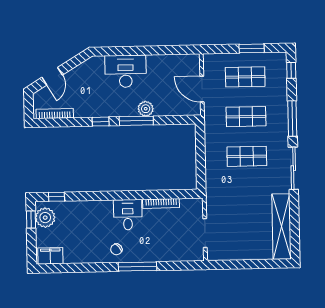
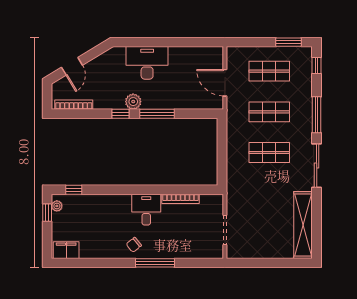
window: (252, 48) -> (289, 42), moved
plant: (146, 109) -> (133, 102), moved
plant: (45, 218) -> (57, 206), width x0.53, depth x0.53

